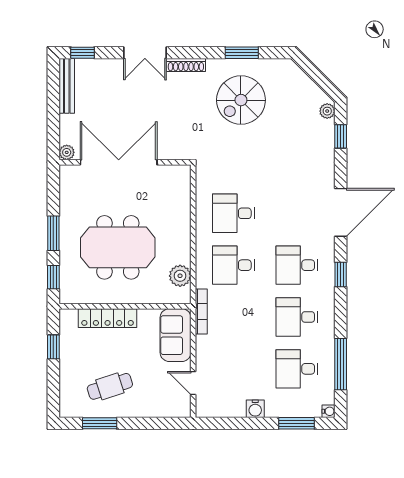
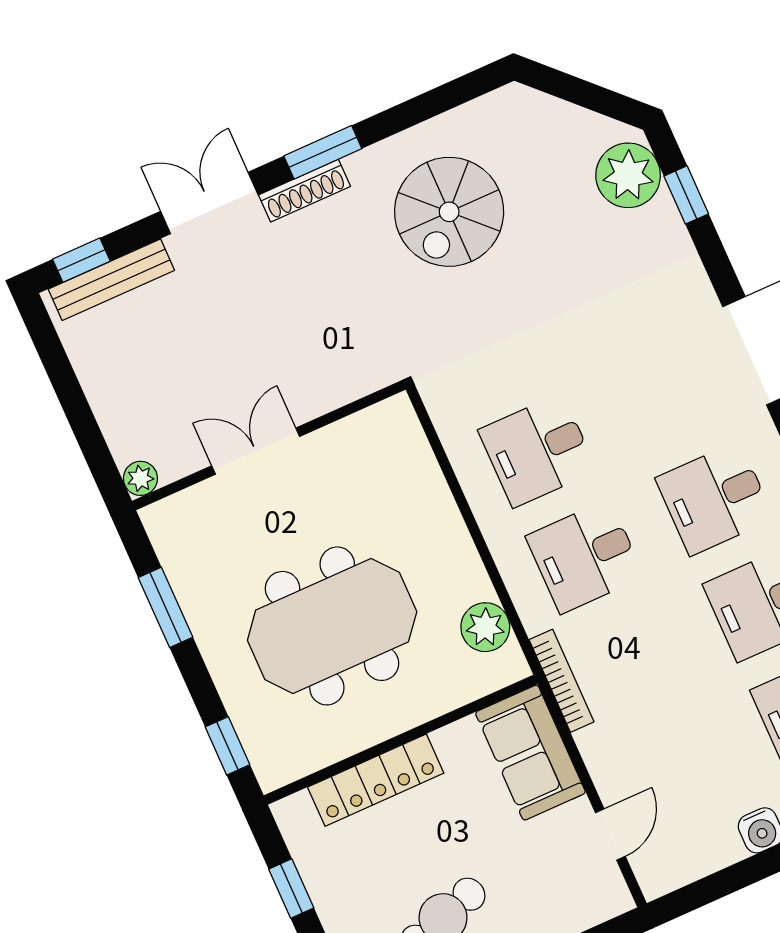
double door: (145, 53) -> (209, 203), swing flipped
window: (242, 53) -> (323, 152), moved
bench: (67, 86) -> (111, 280), moved, turned 90
plant: (327, 111) -> (628, 175), width x1.88, depth x1.88
double door: (119, 162) -> (256, 451), width x0.54
window: (53, 233) -> (166, 607), moved
door: (193, 383) -> (610, 835), swing flipped

